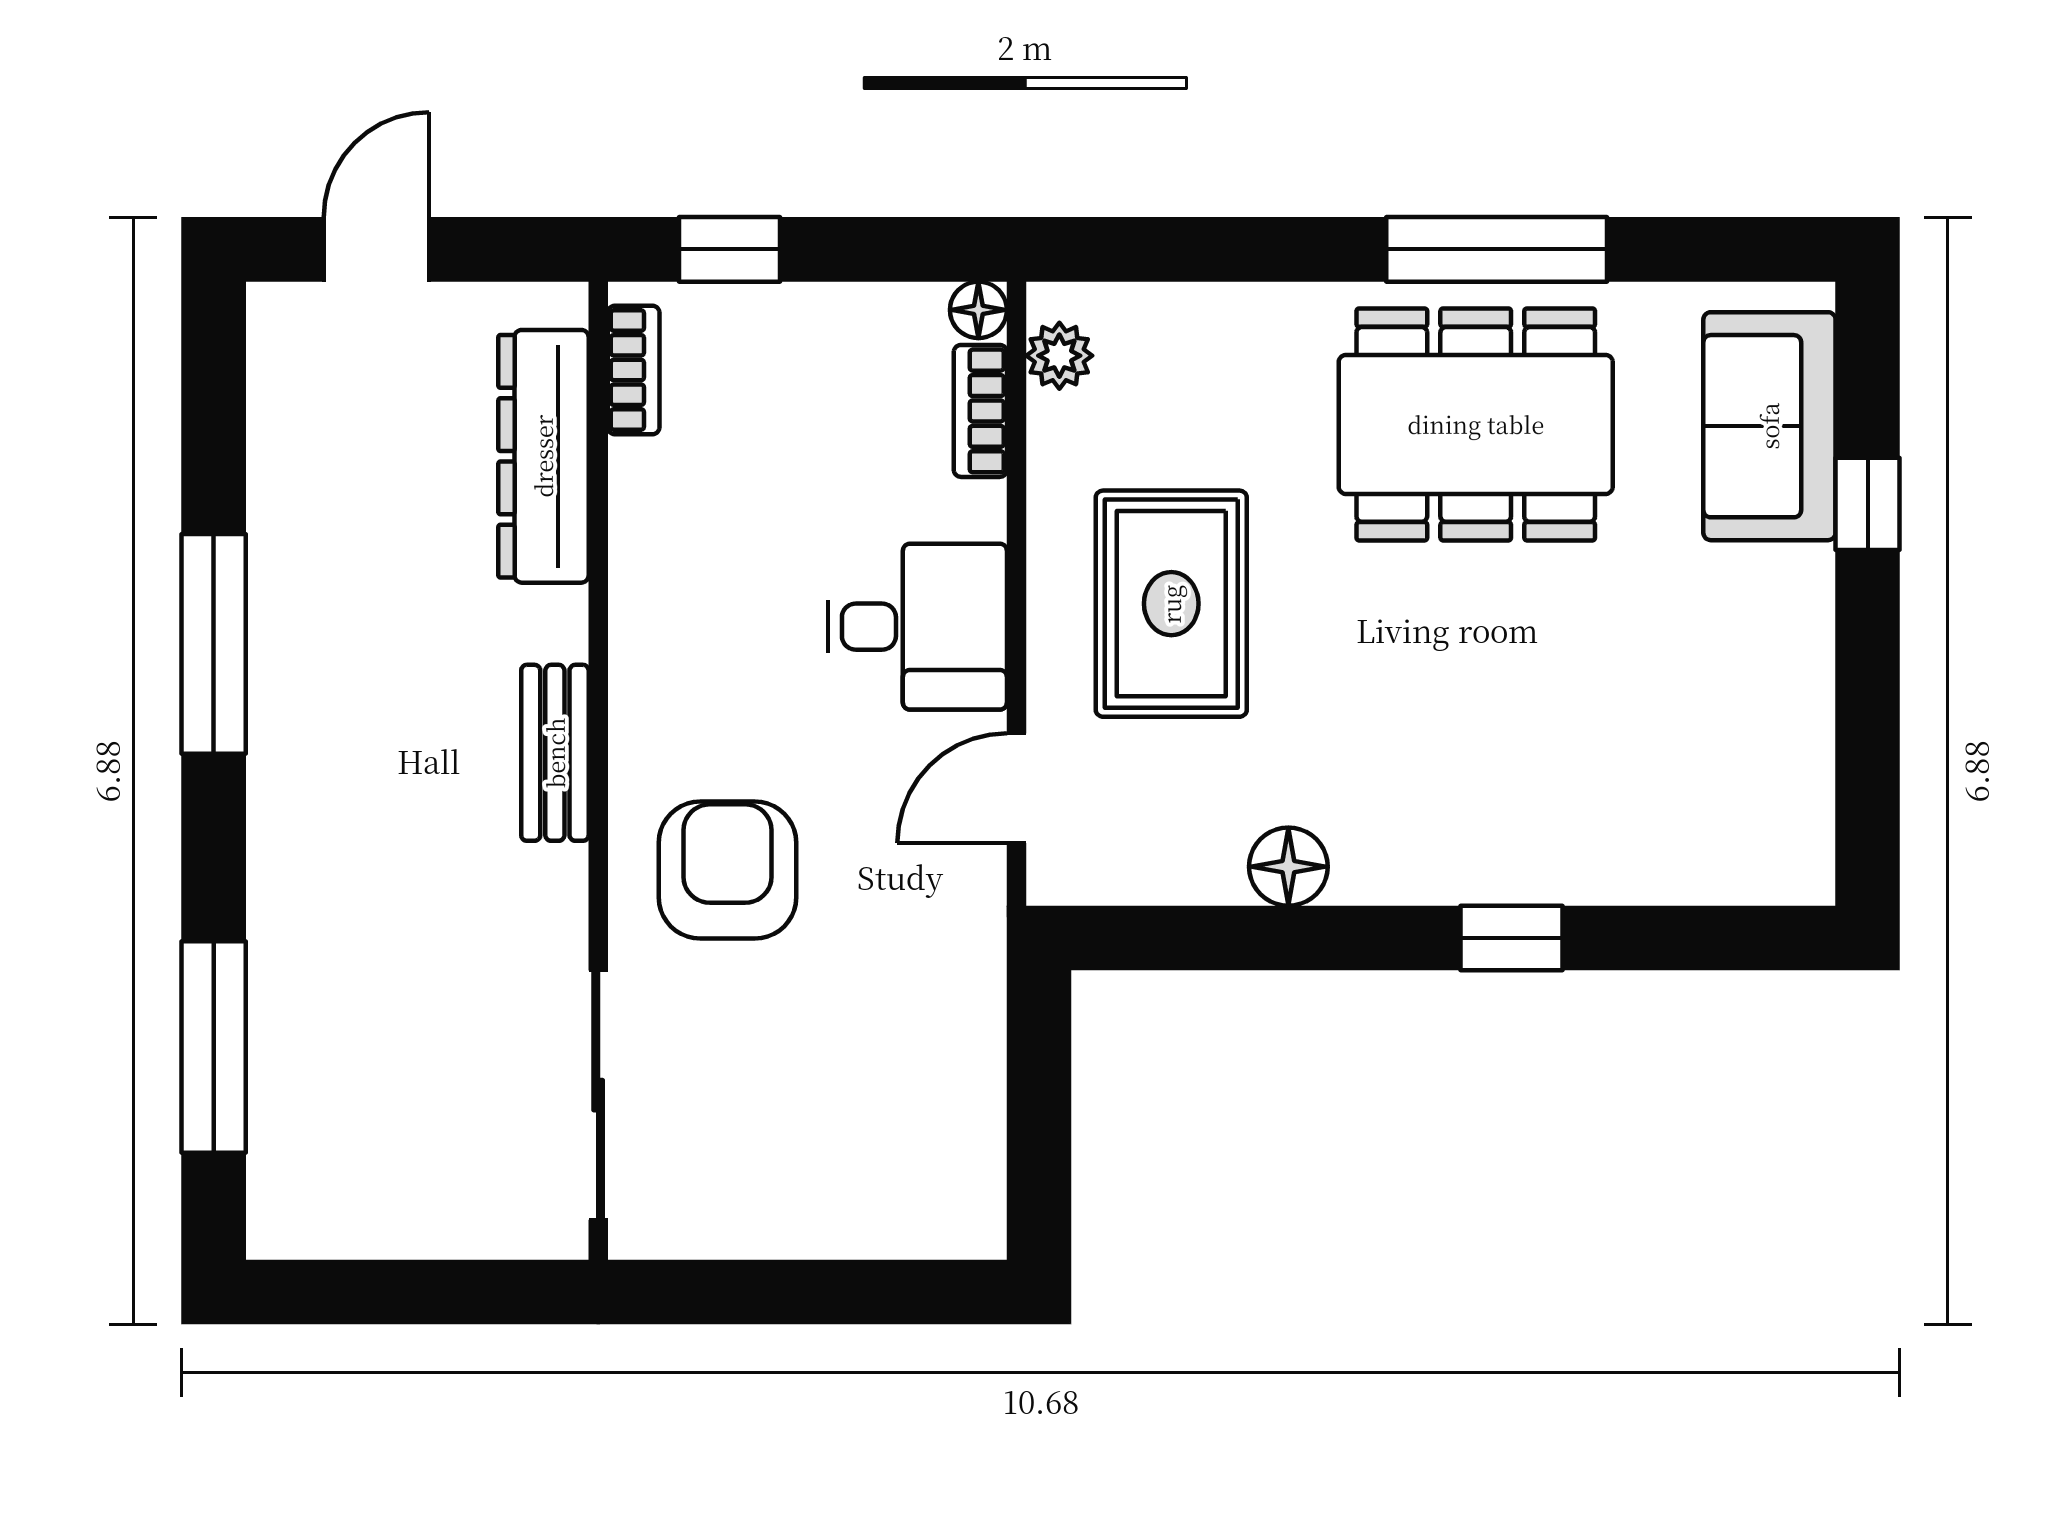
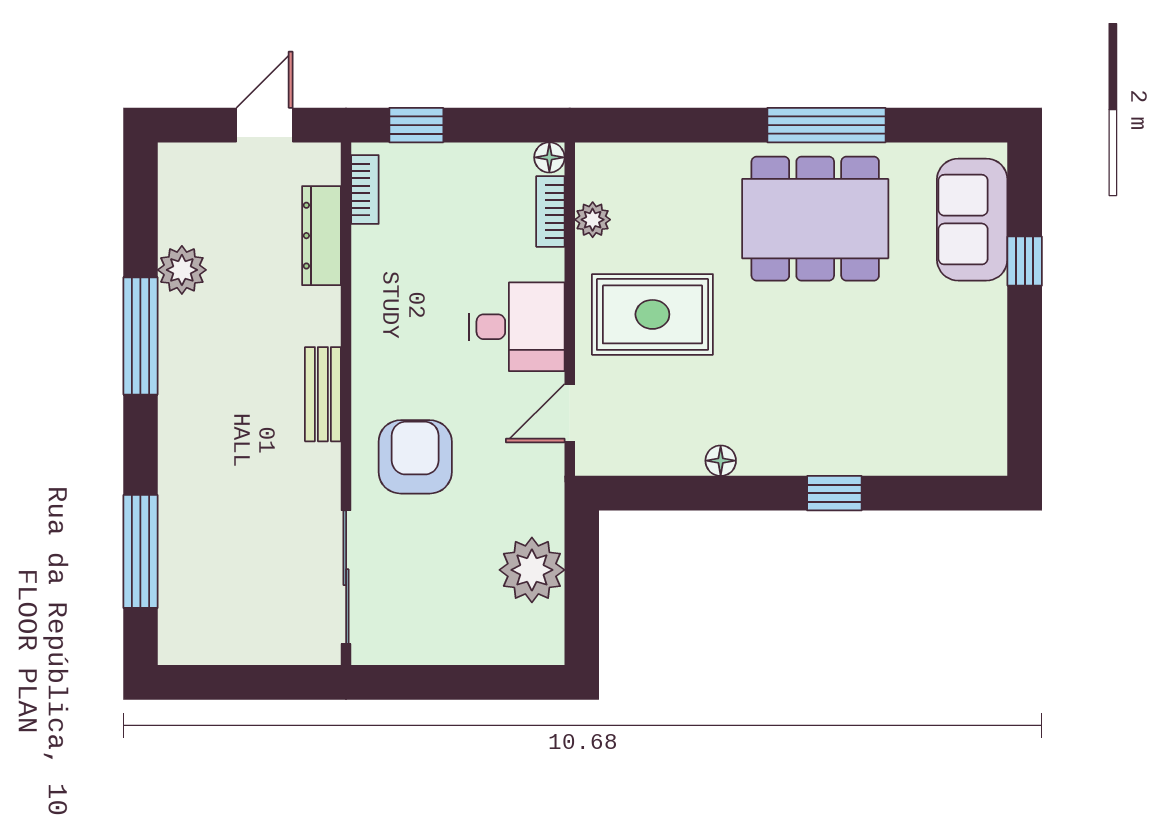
door: (376, 249) -> (264, 125), moved
plant: (1059, 356) -> (593, 220), moved
dresser: (543, 456) -> (321, 236), width x0.73, depth x0.80
plant: (291, 520) -> (182, 270), added
rug: (1171, 604) -> (652, 314), turned 90
floor lamp: (1288, 867) -> (721, 461), width x0.73, depth x0.73
plant: (946, 1082) -> (532, 570), added

